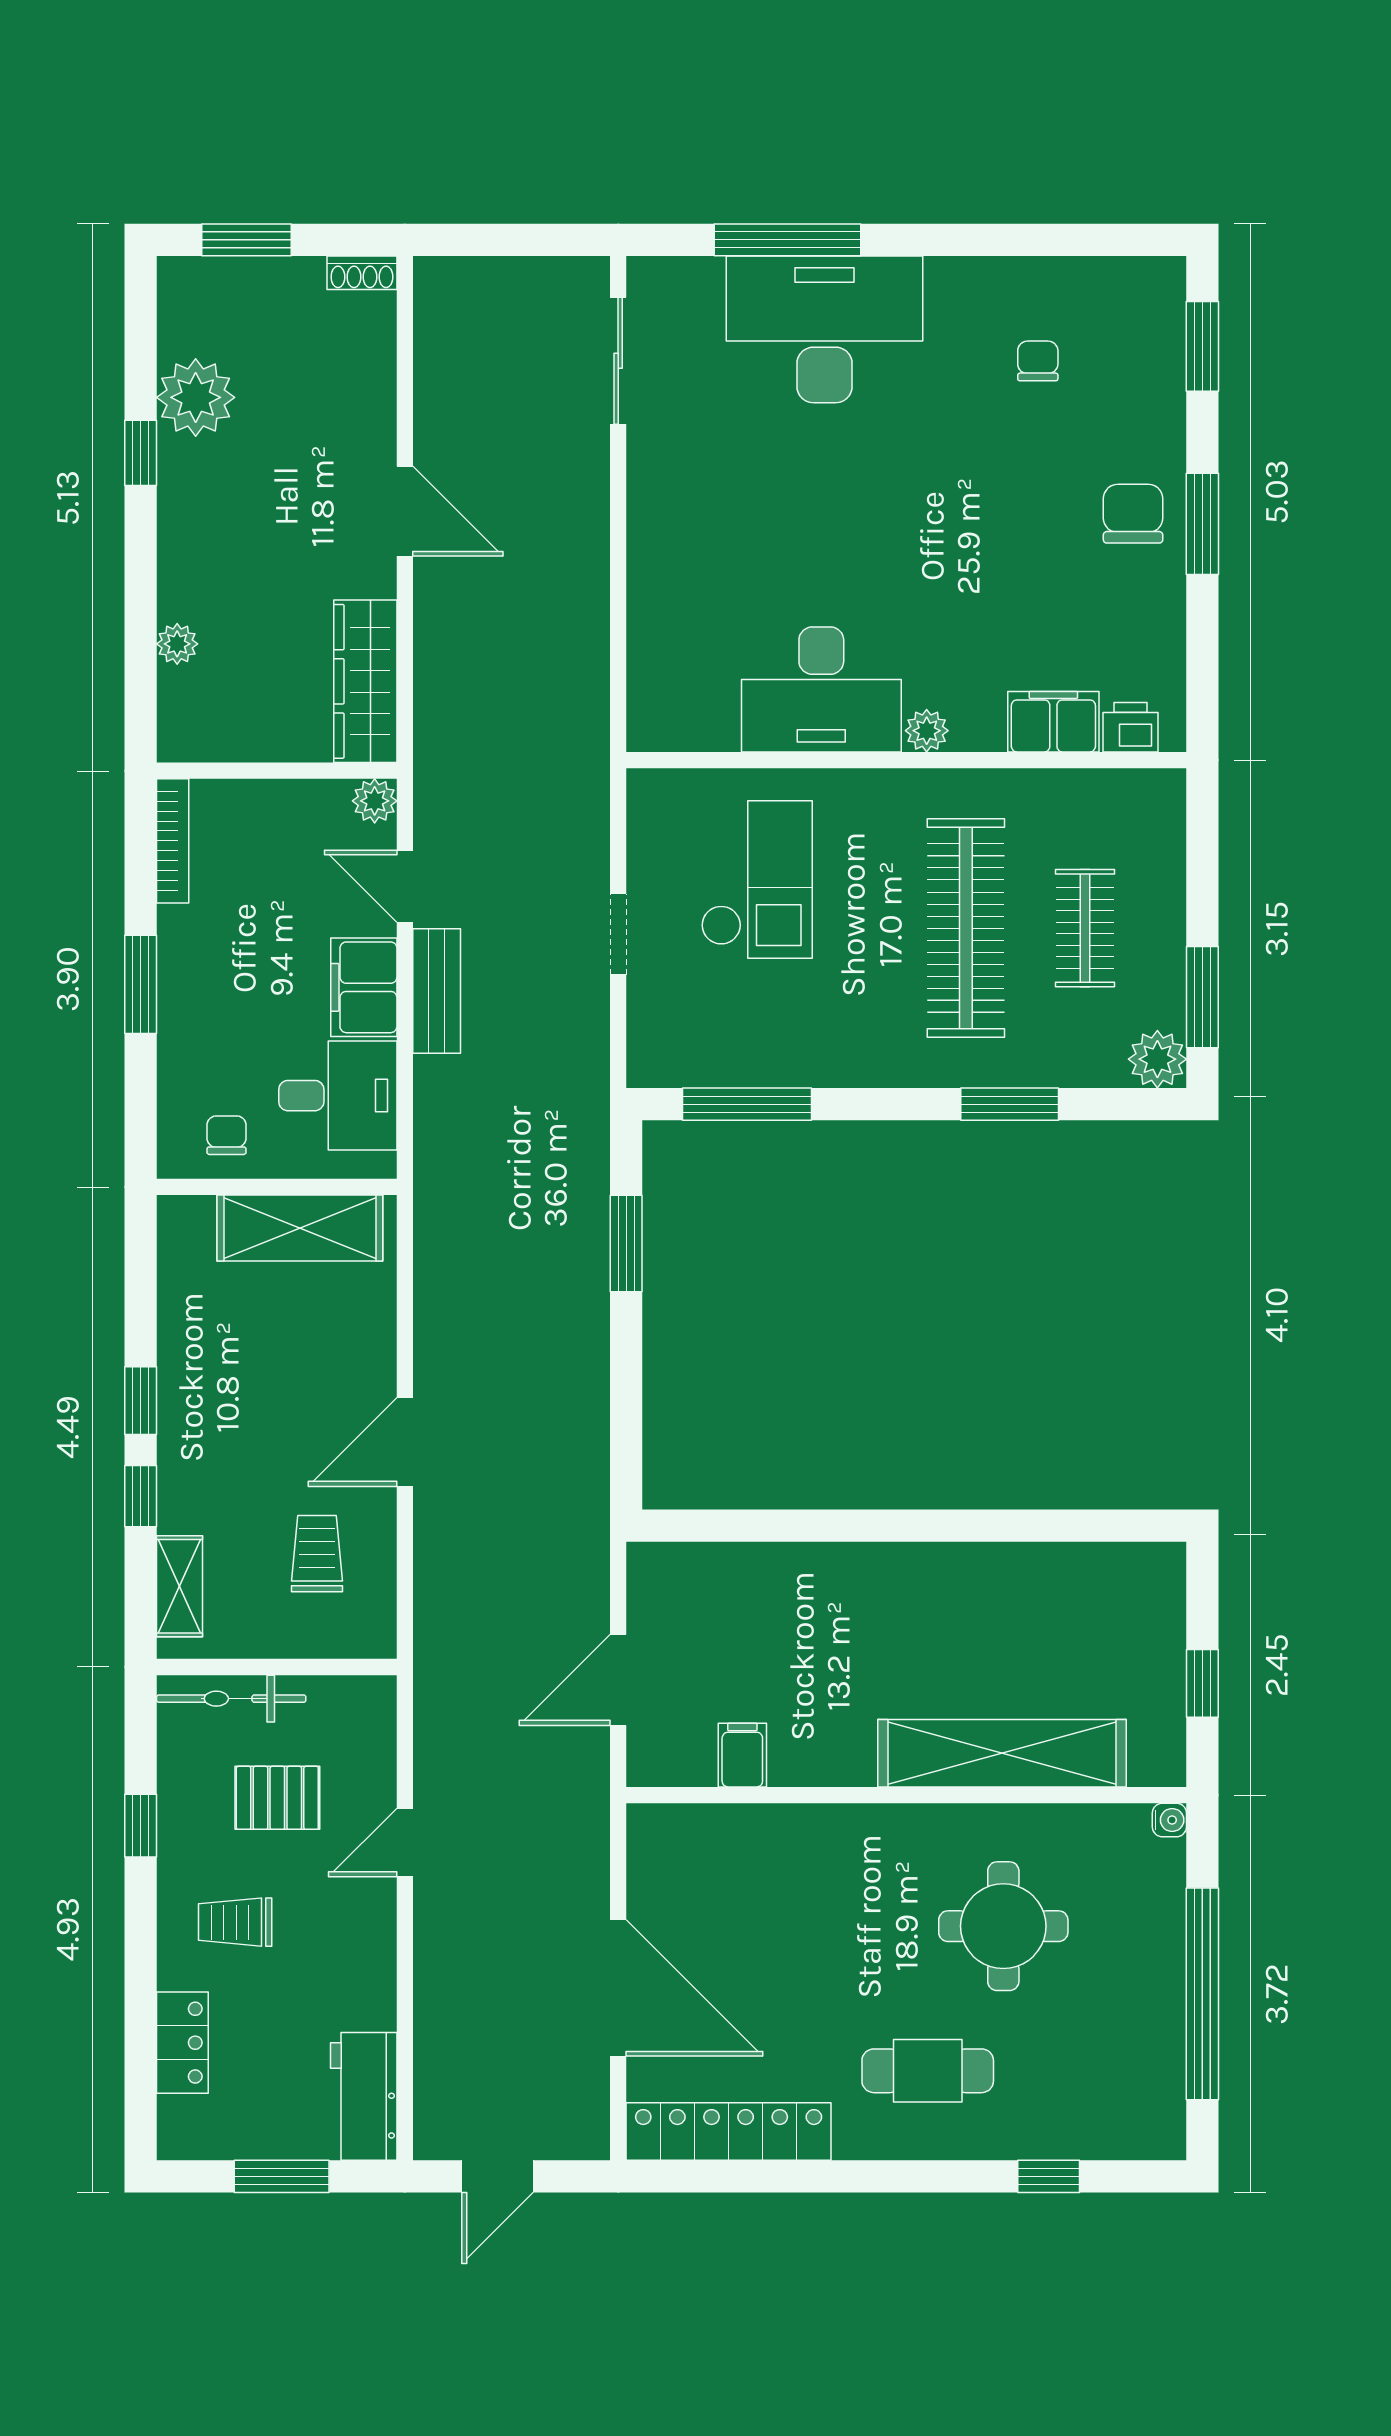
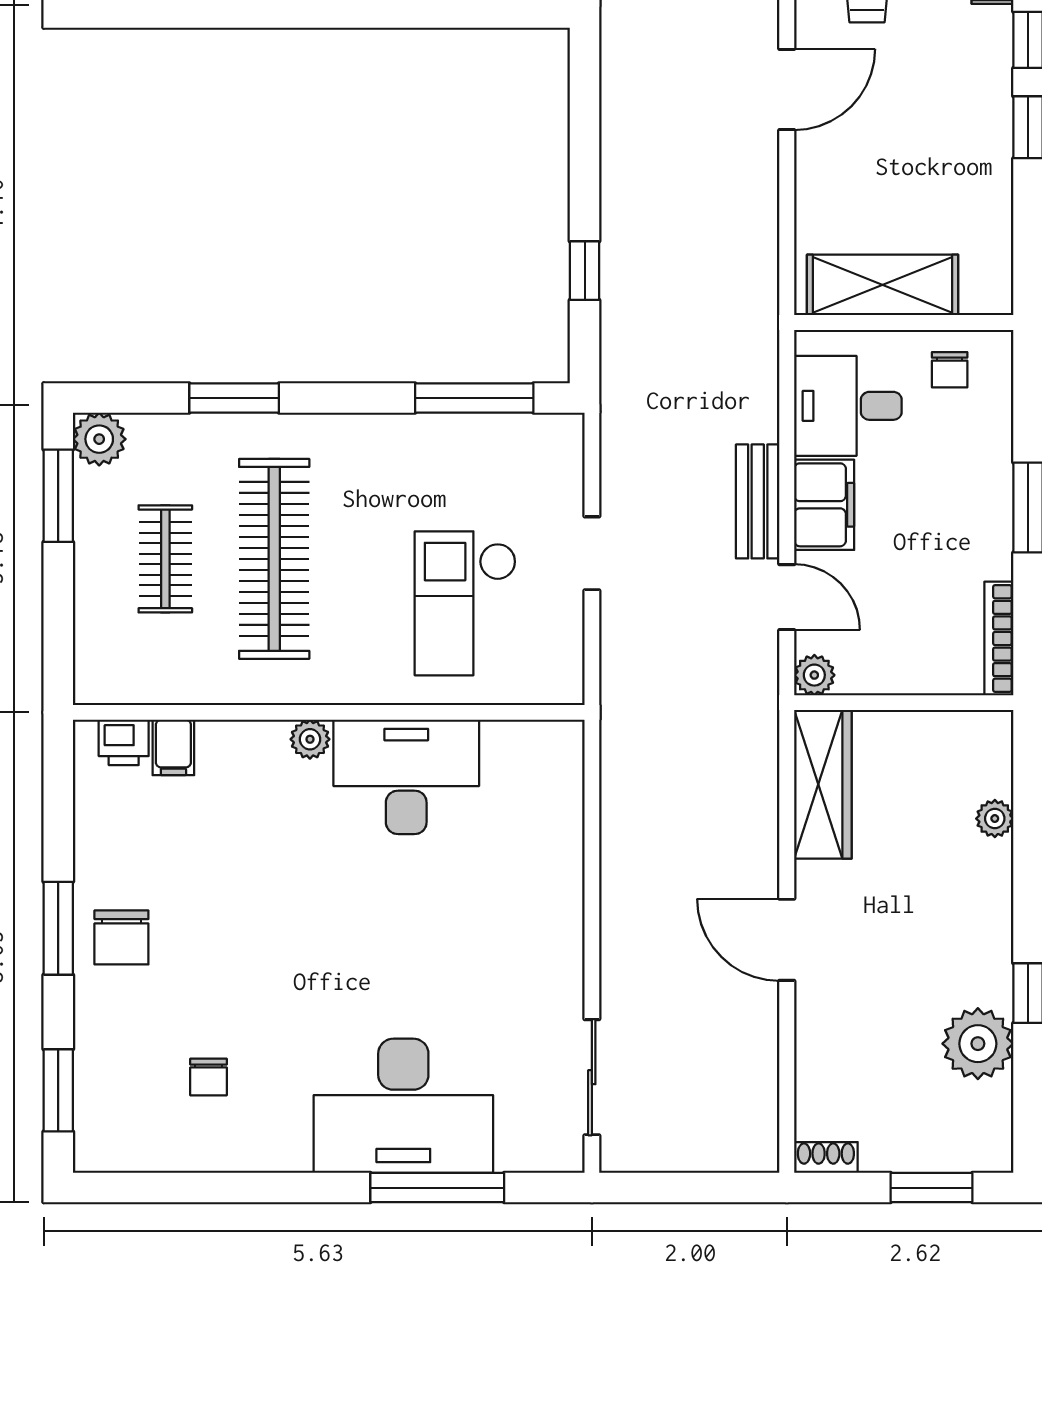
filing cabinet: (1053, 722) -> (173, 747), width x0.50
window: (626, 1244) -> (585, 271), width x0.67

